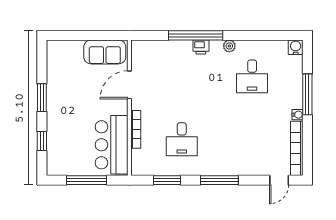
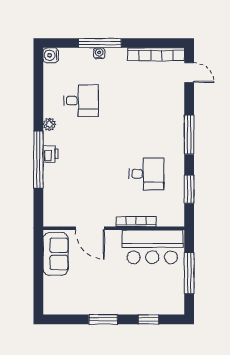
water cooler: (298, 115) -> (99, 53), moved

